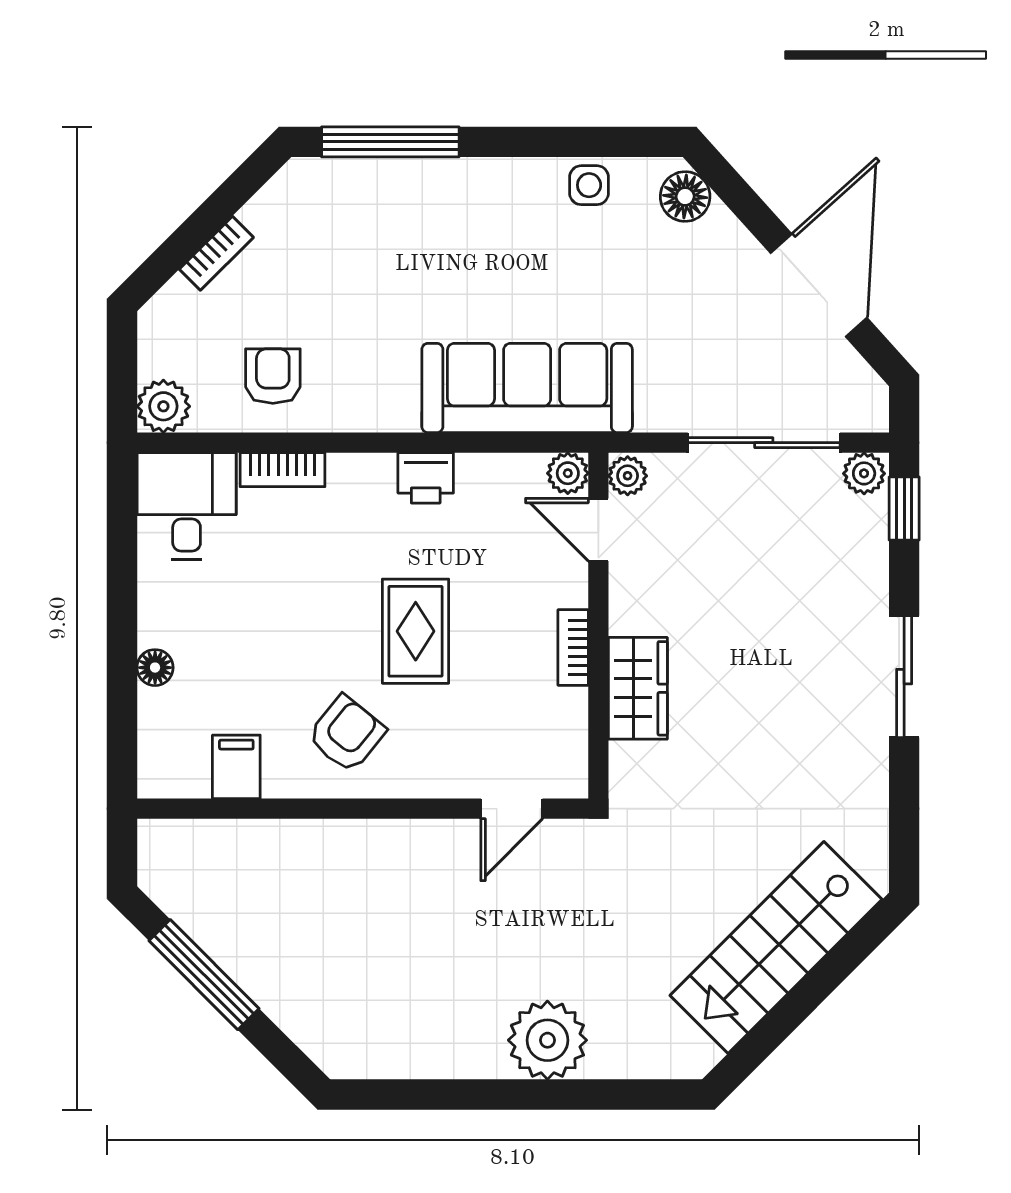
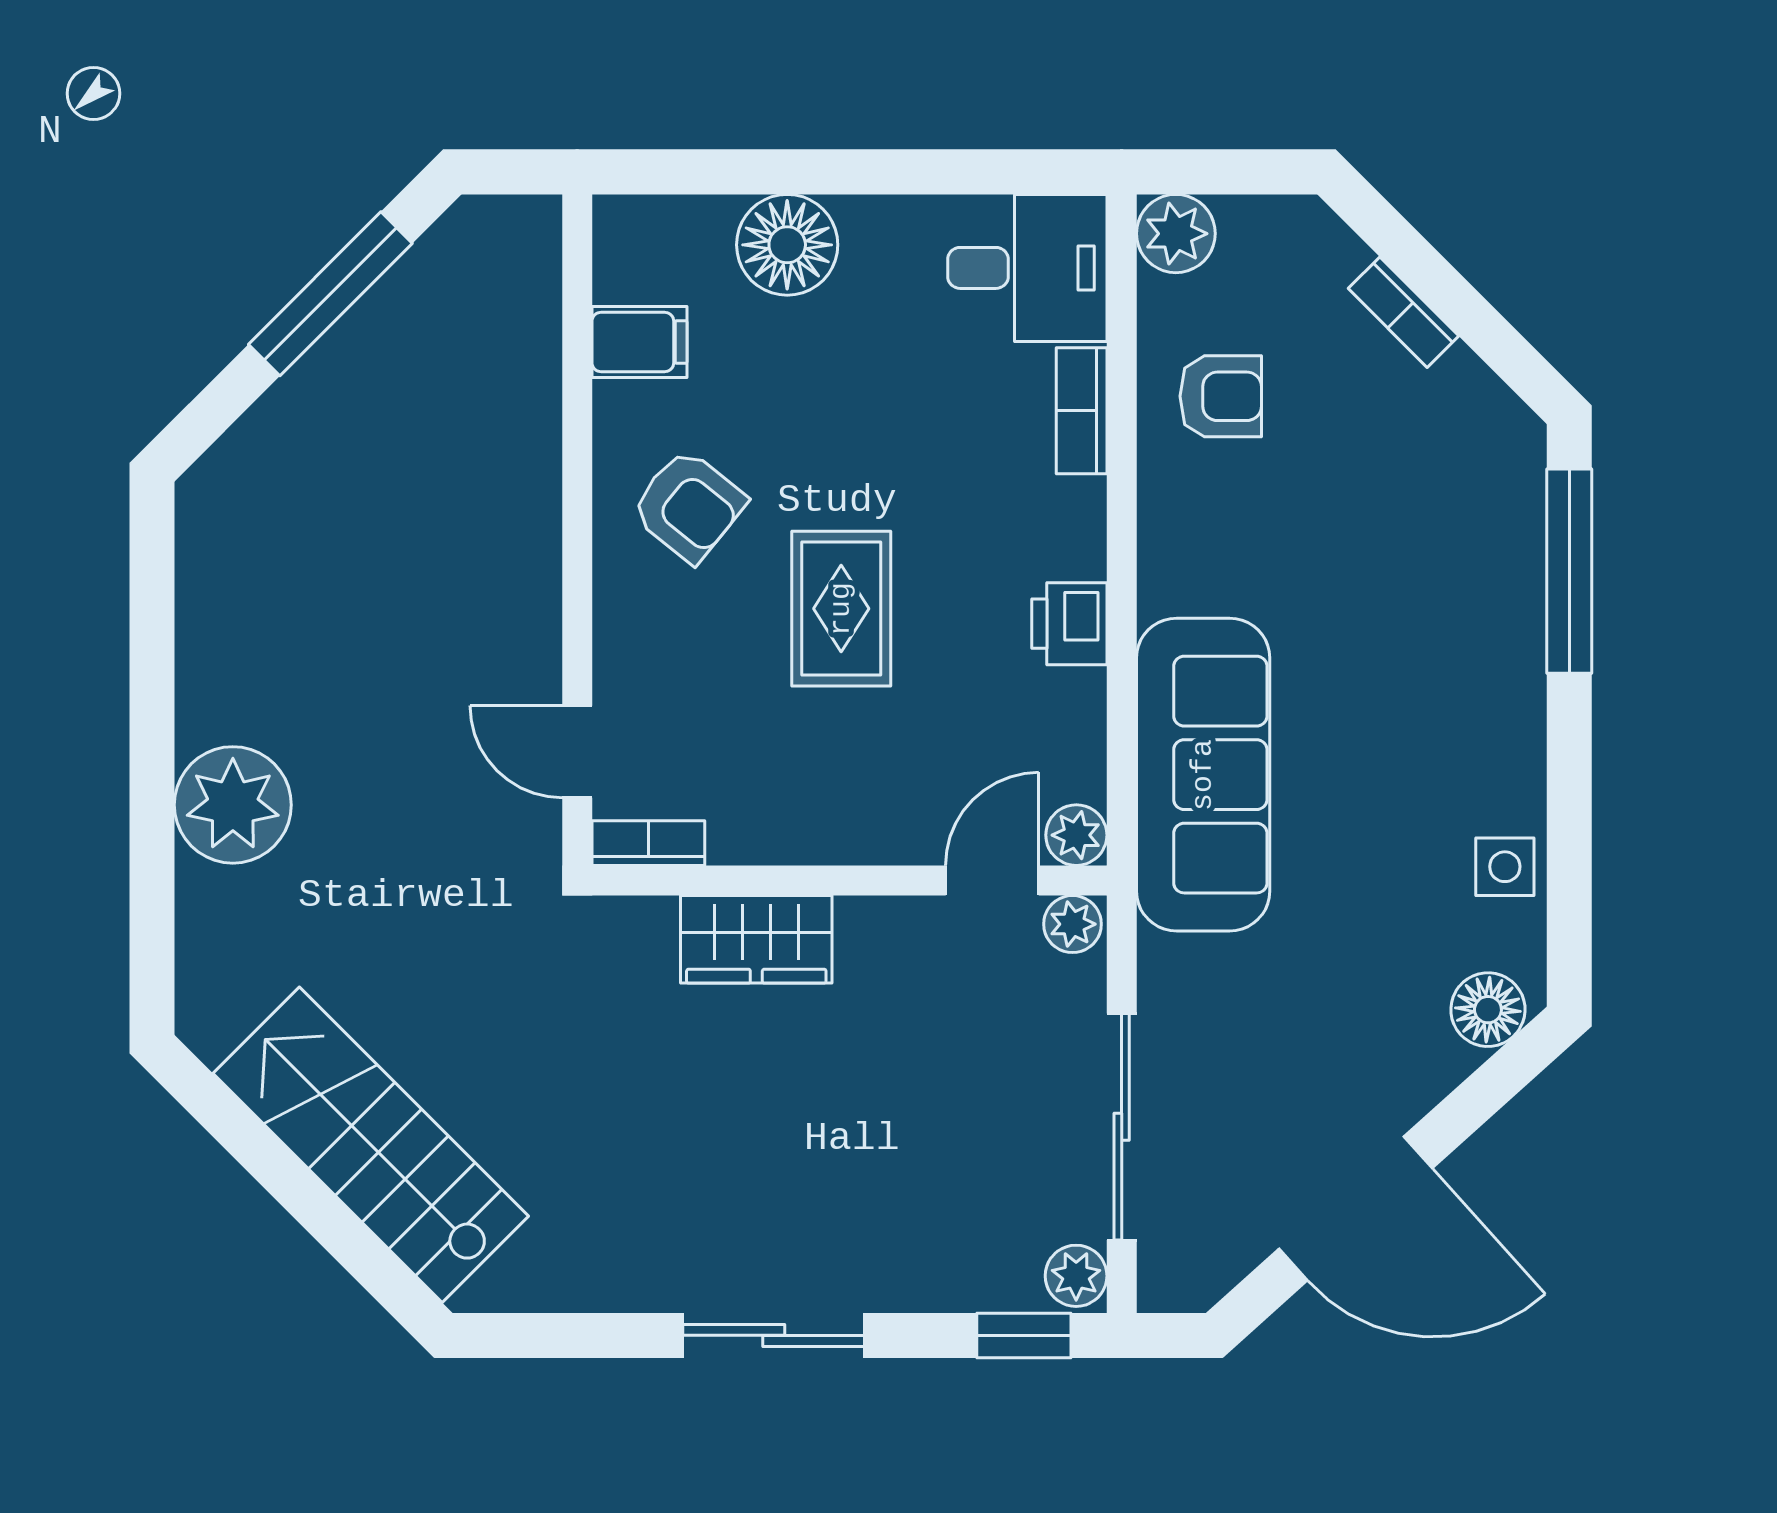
rug: (416, 631) -> (841, 609), turned 90
bookcase: (573, 647) -> (648, 843), moved
floor lamp: (155, 668) -> (787, 245), width x1.89, depth x1.89

